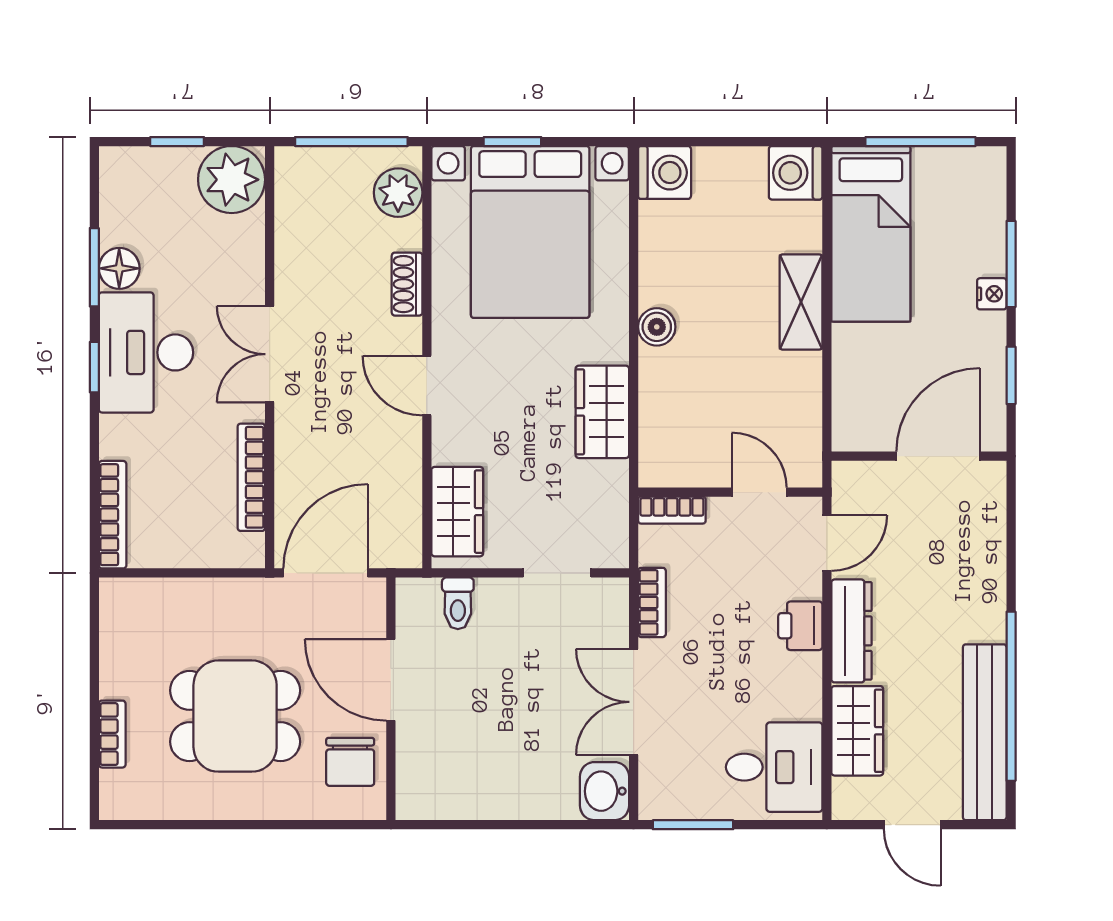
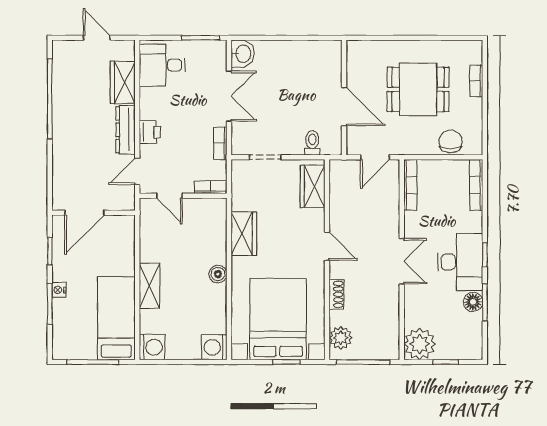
bookcase: (251, 477) -> (410, 185), moved
door: (326, 573) -> (375, 157), width x0.73
bench: (985, 732) -> (62, 82), removed
chair: (350, 762) -> (451, 141), moved

